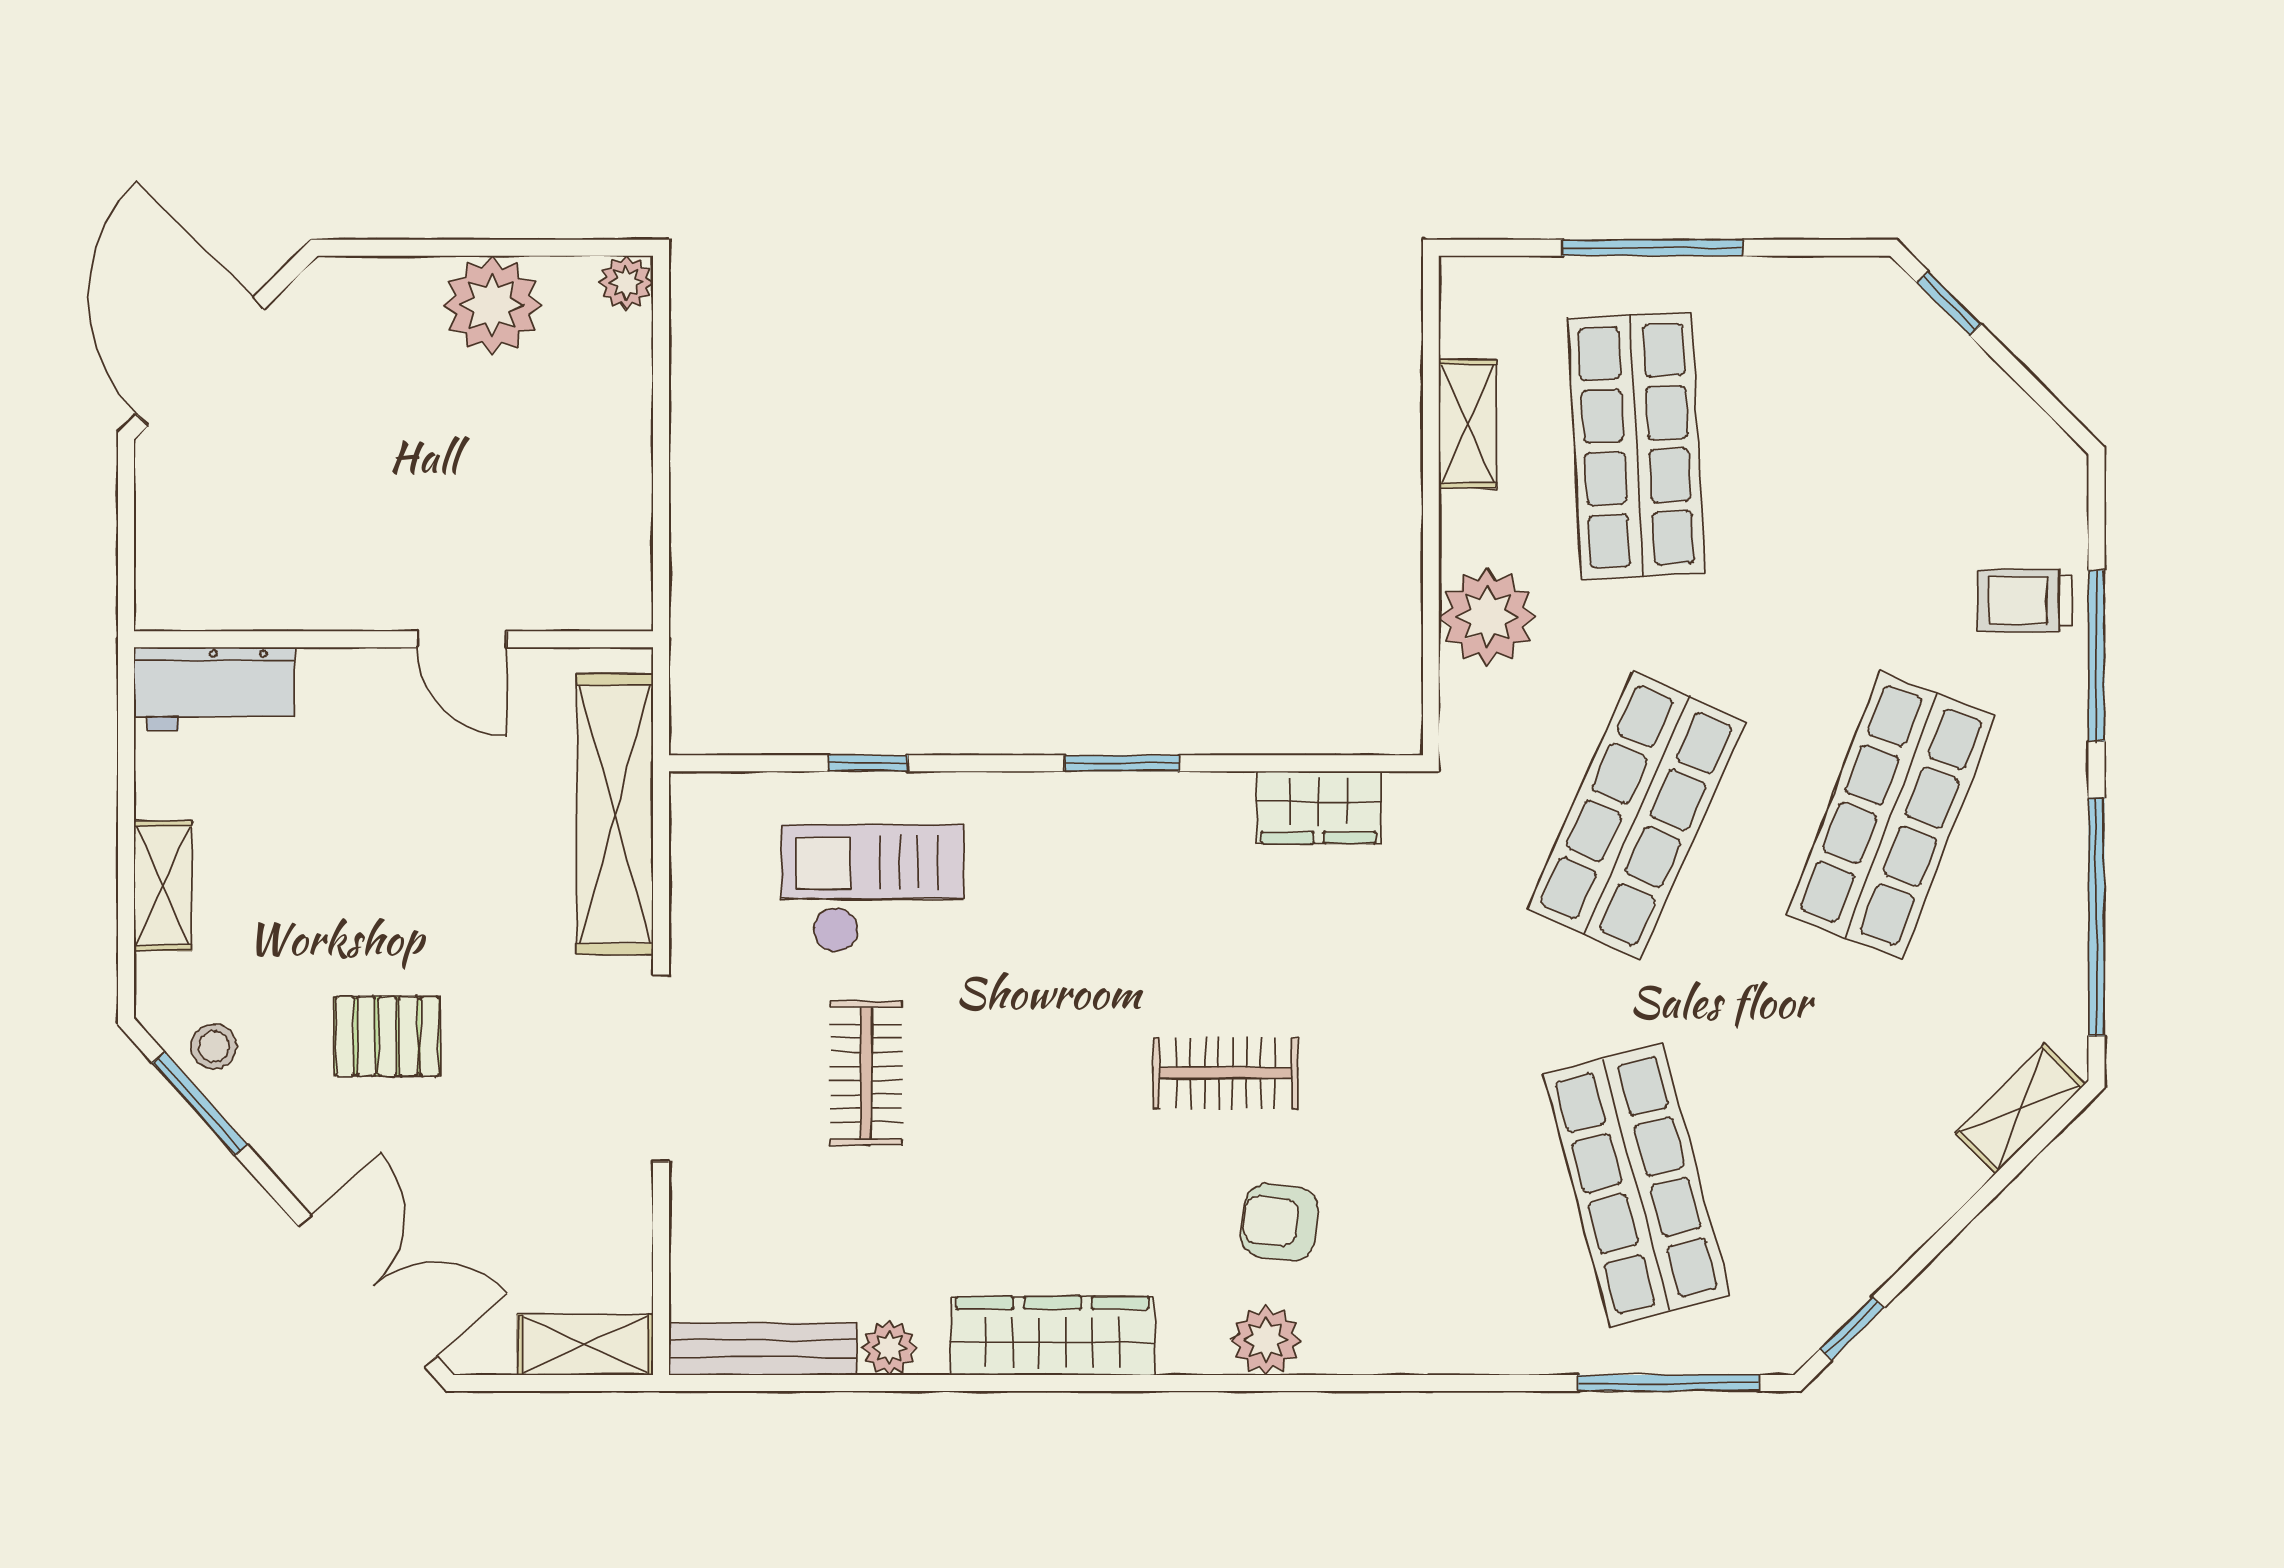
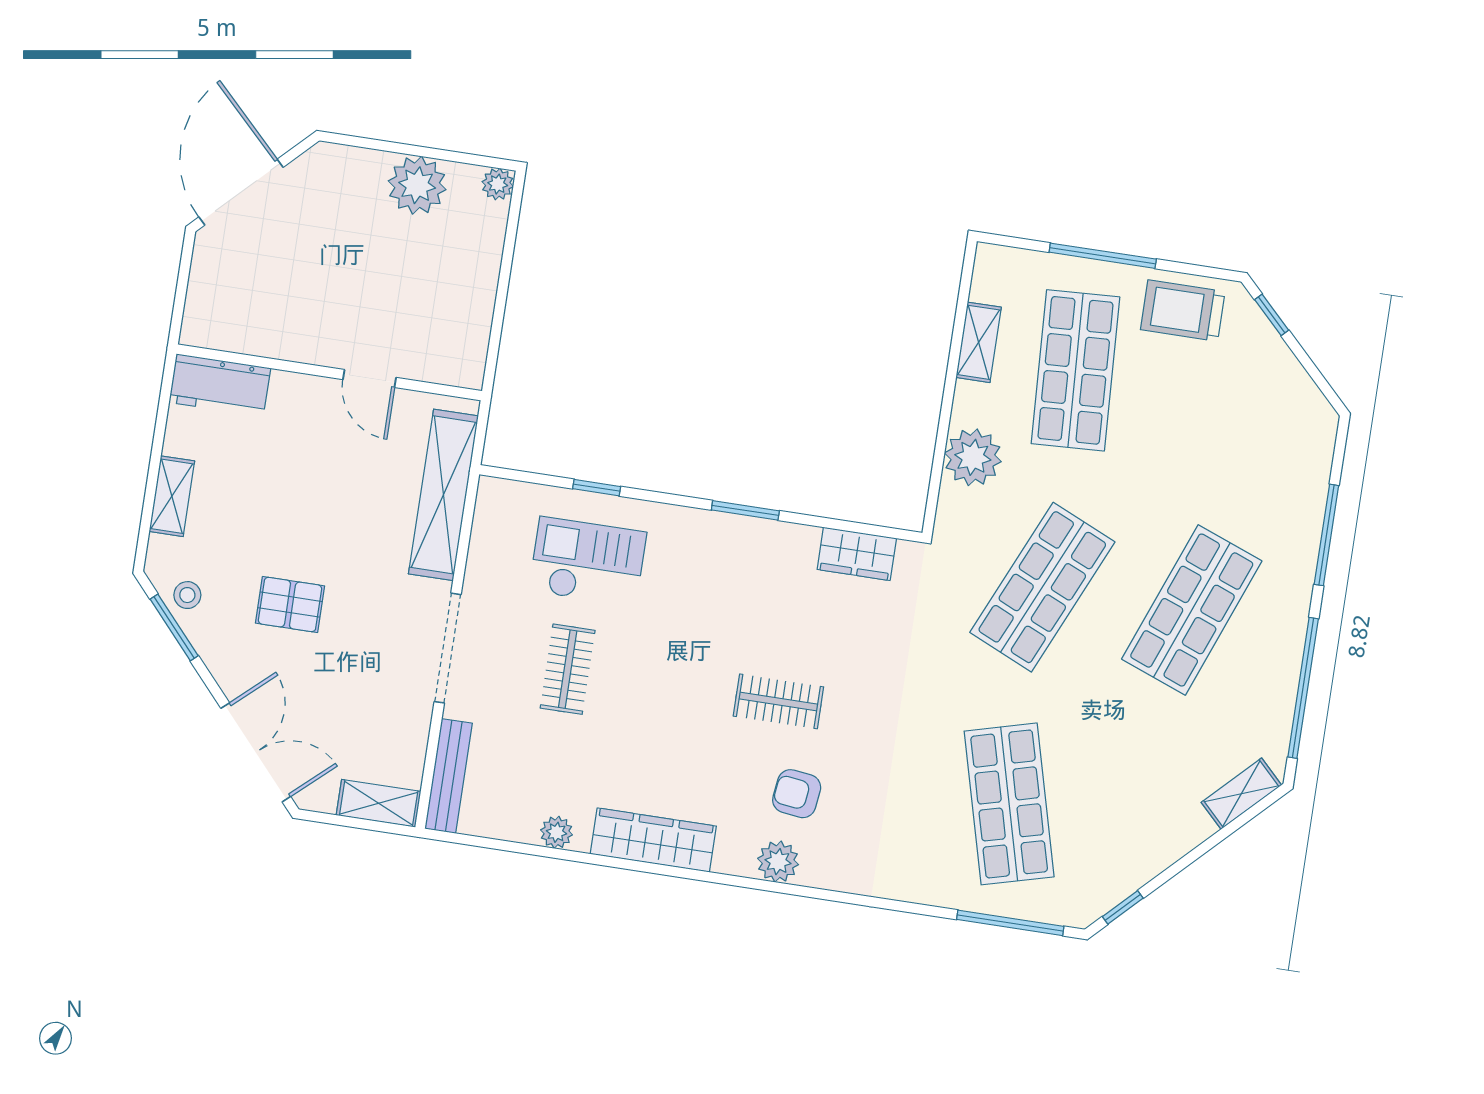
trolley: (2025, 601) -> (1183, 311), moved, width x1.36, depth x1.39
bench: (763, 1349) -> (449, 776), moved, turned 90

